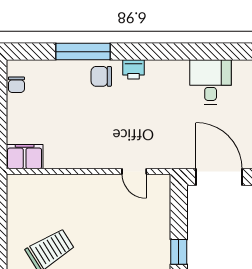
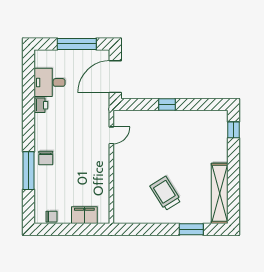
printer: (133, 69) -> (41, 105), moved
filing cabinet: (25, 157) -> (84, 215), moved, turned 90

